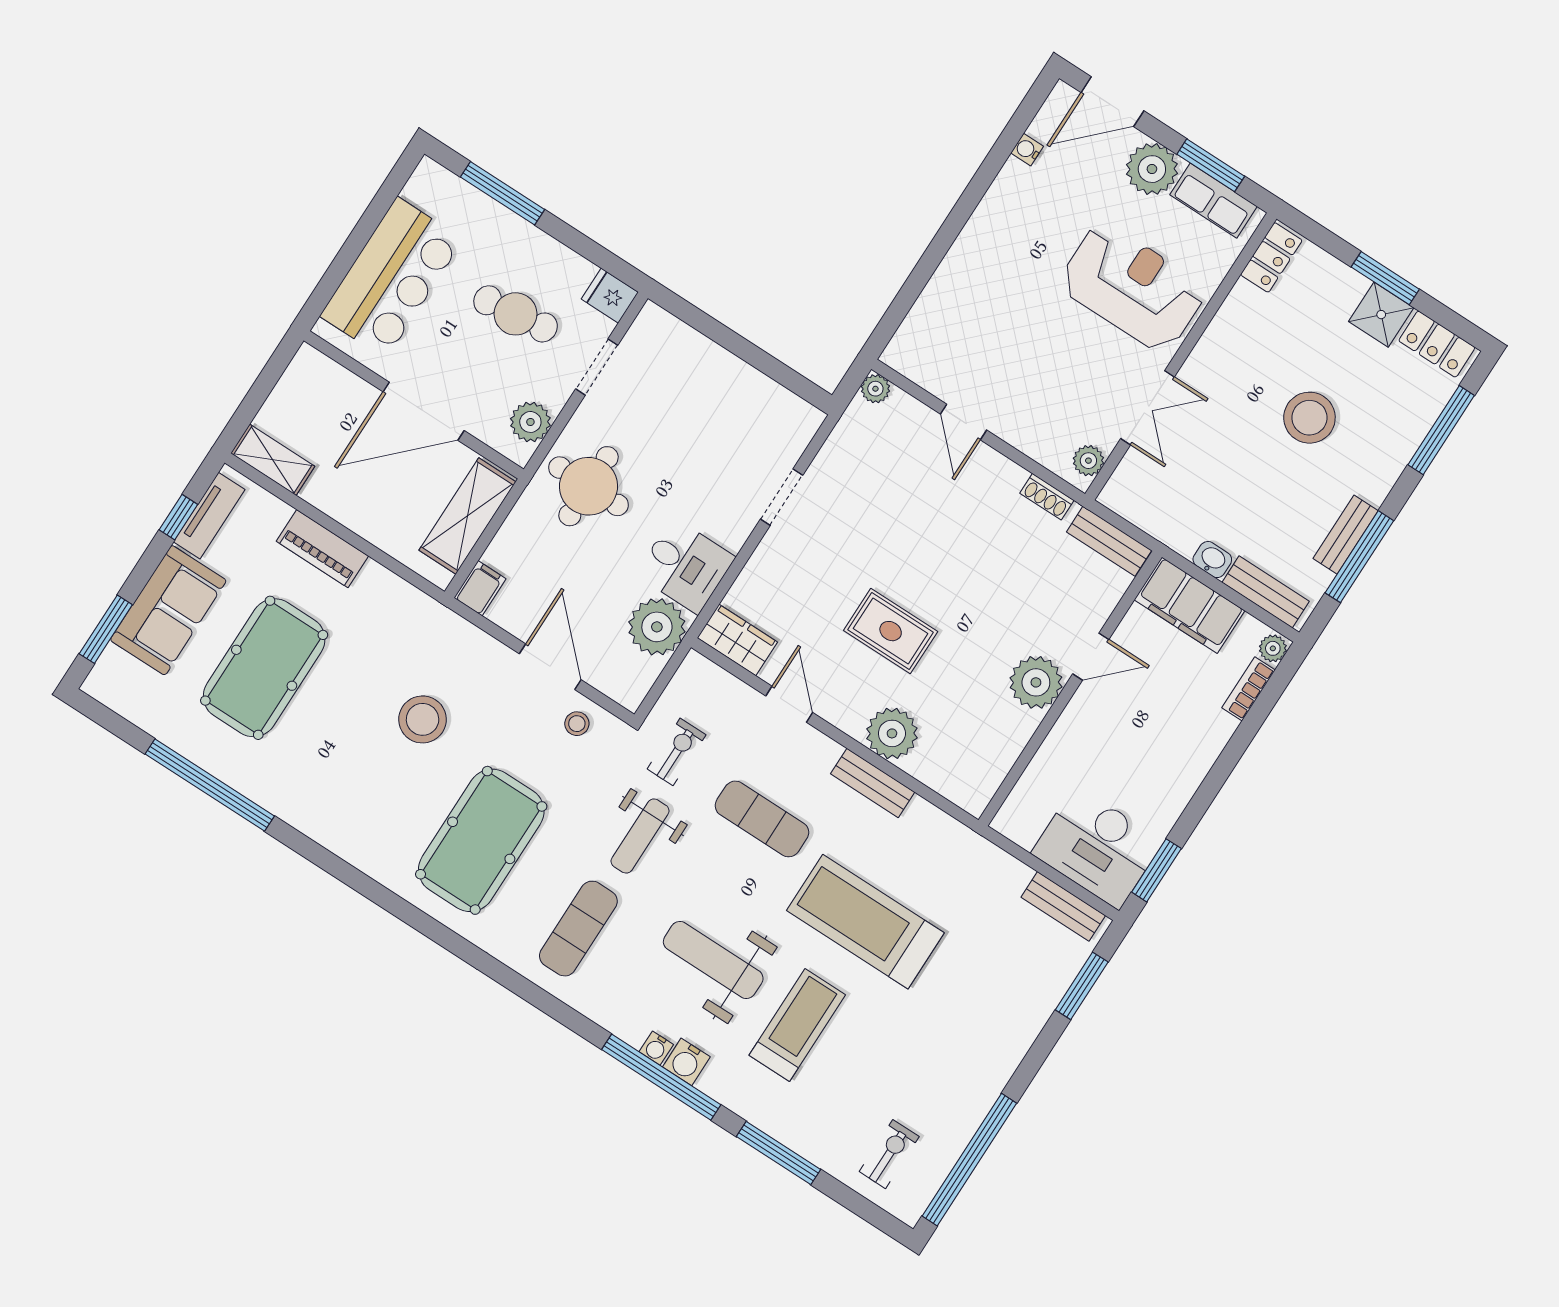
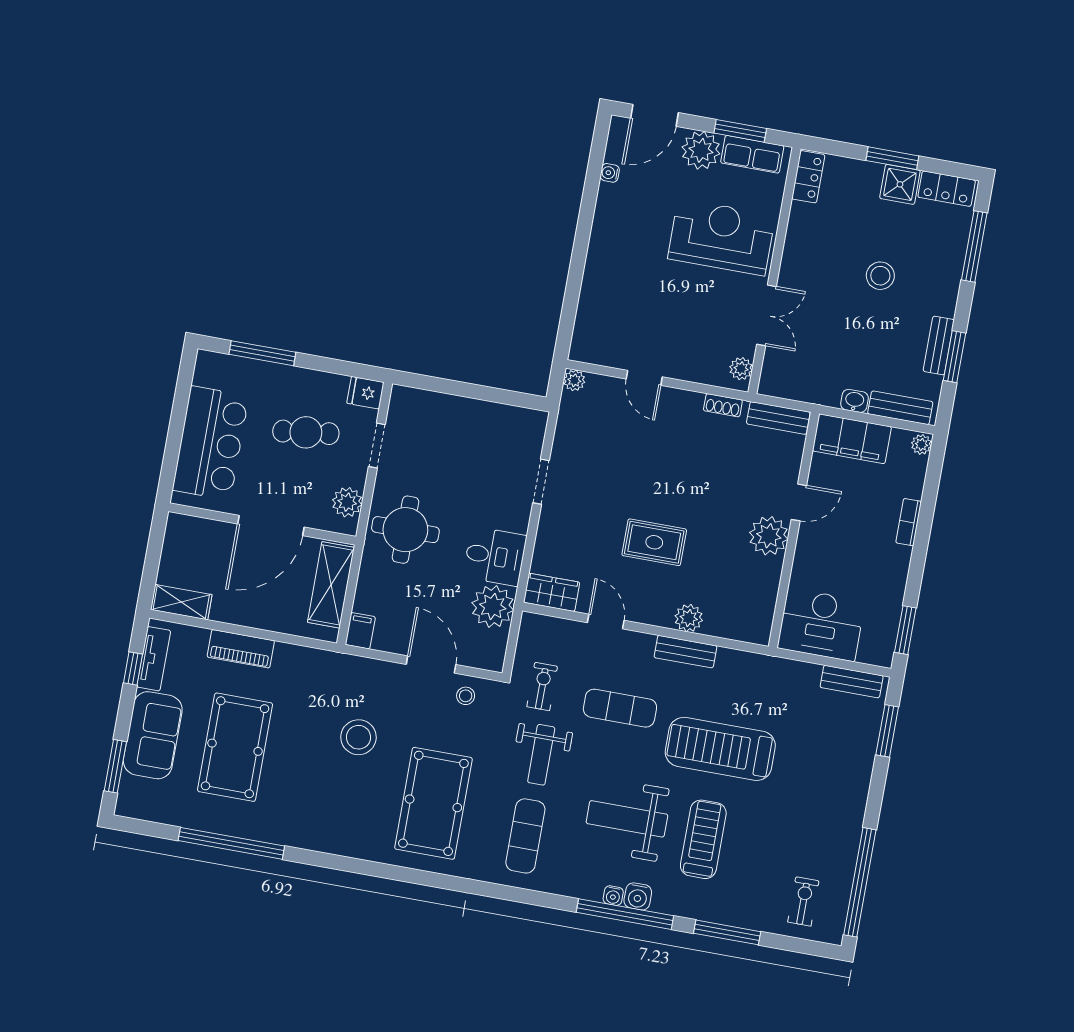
stool: (1309, 418) -> (880, 276), width x0.73, depth x0.73
window: (1359, 557) -> (954, 357), width x0.69
bookcase: (1248, 689) -> (909, 522), moved
plant: (892, 733) -> (689, 618), width x0.73, depth x0.73
desk: (1097, 847) -> (821, 625), moved

